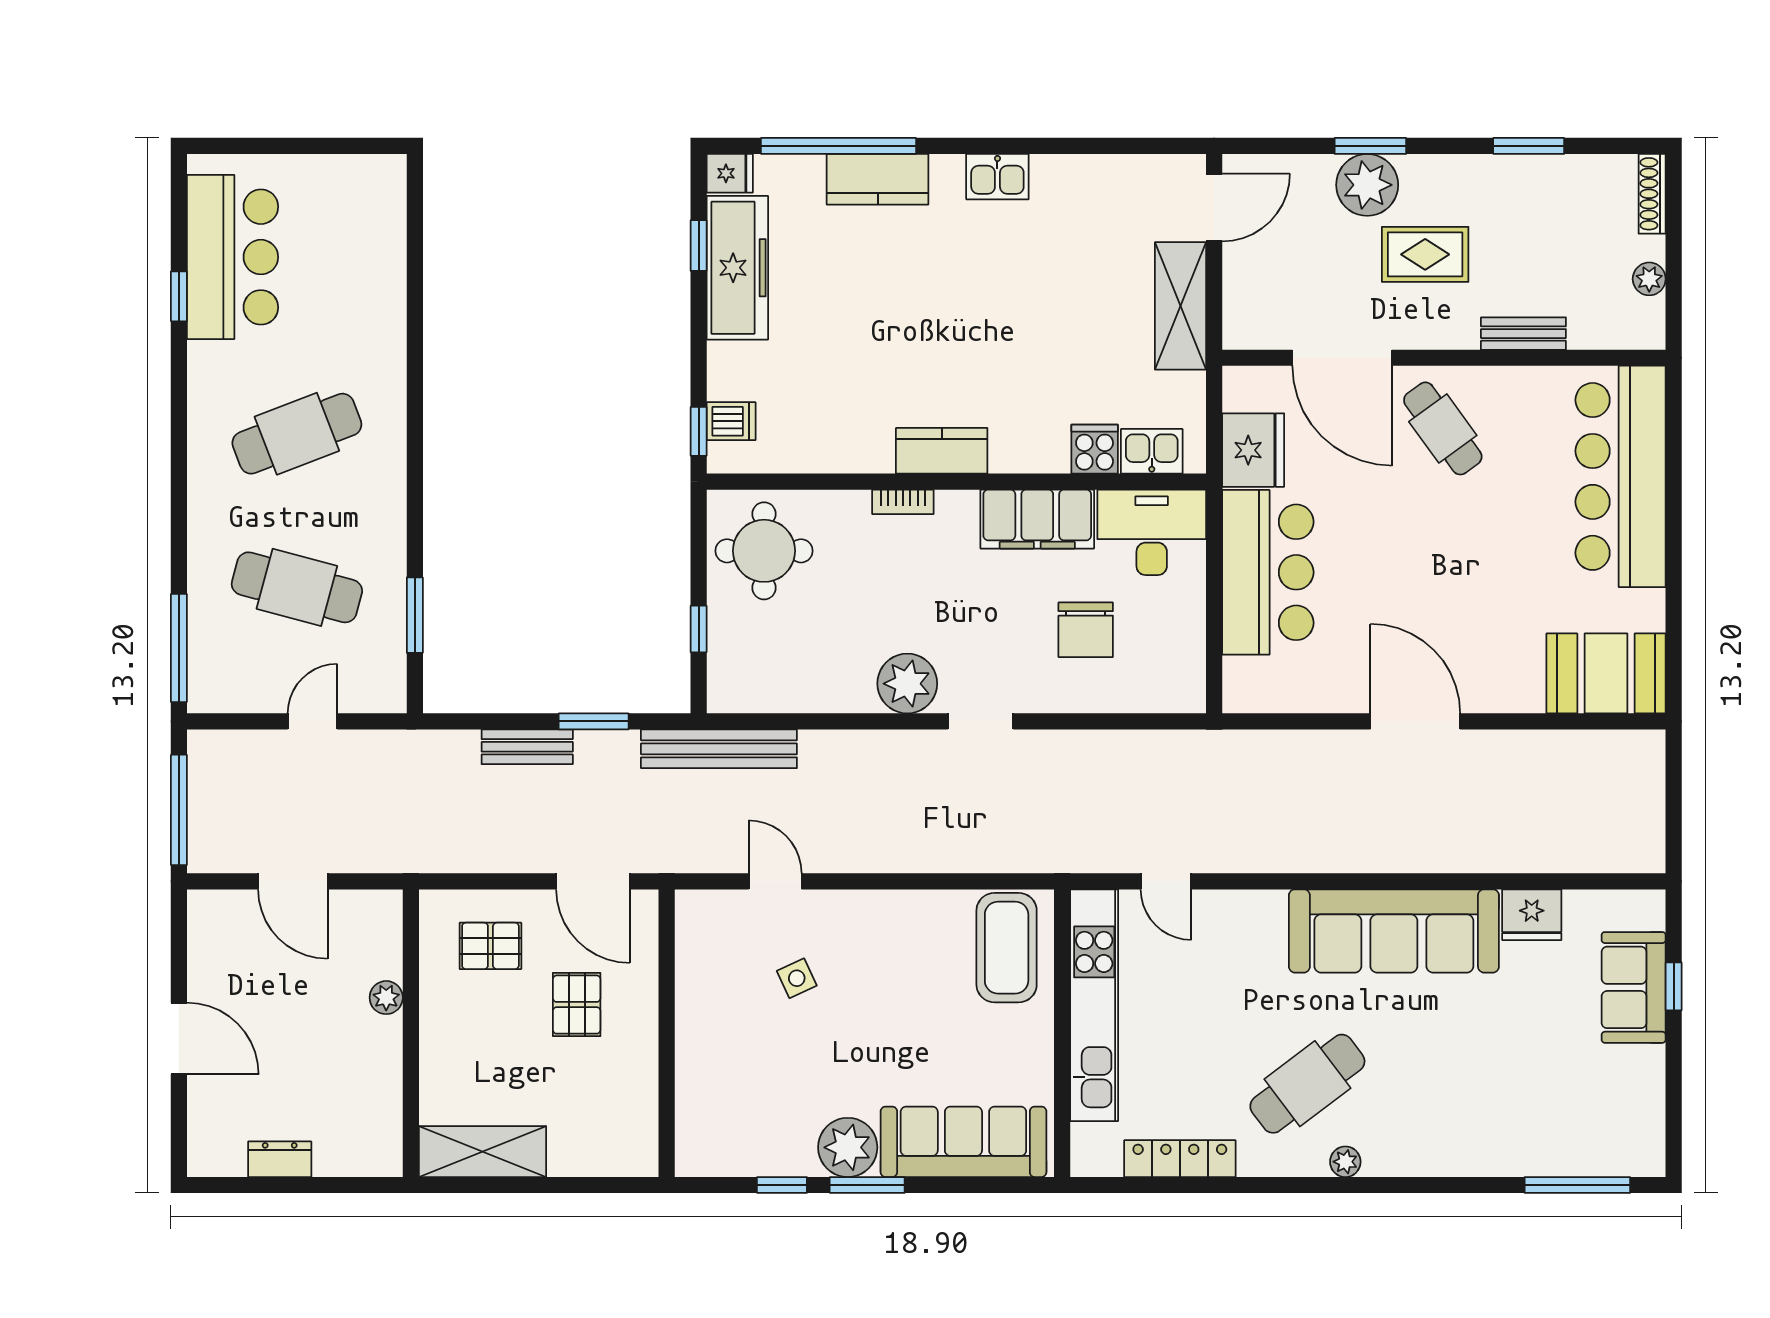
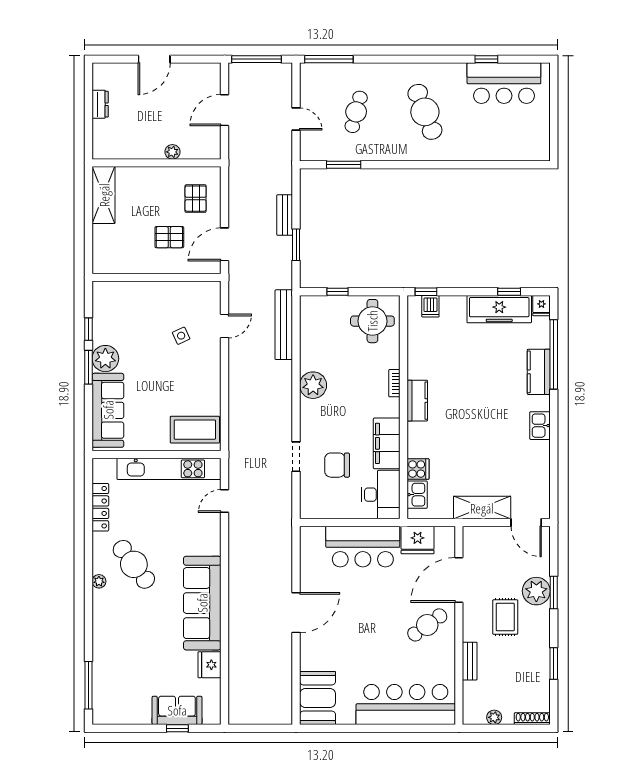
cafe table: (297, 587) -> (356, 112), width x0.73, depth x0.74
doorway: (980, 721) -> (296, 457), moved
bench: (719, 749) -> (284, 325), moved

